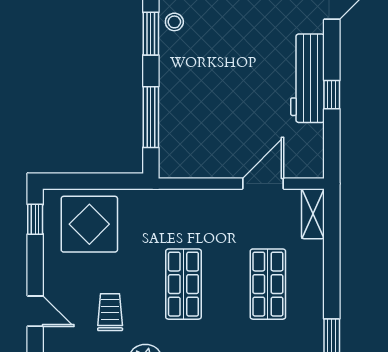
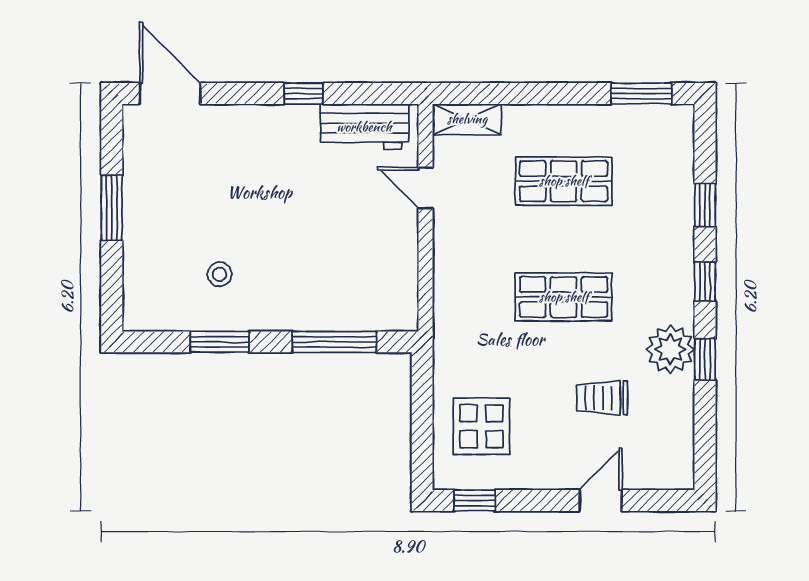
stool: (174, 22) -> (219, 274), moved
workbench: (308, 78) -> (364, 127), moved, width x0.73
door: (263, 184) -> (426, 188), width x0.73
display table: (89, 224) -> (481, 426), width x0.73, depth x0.73

